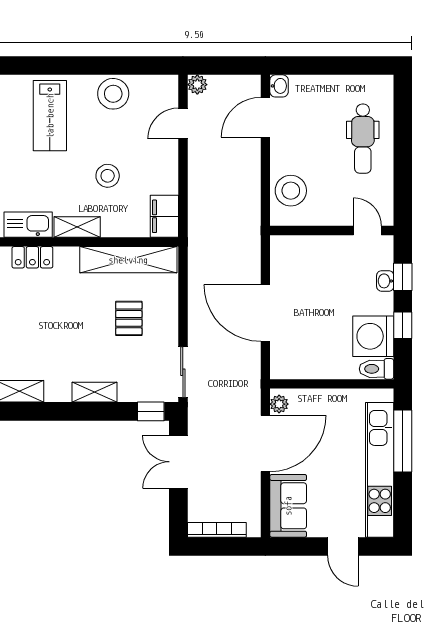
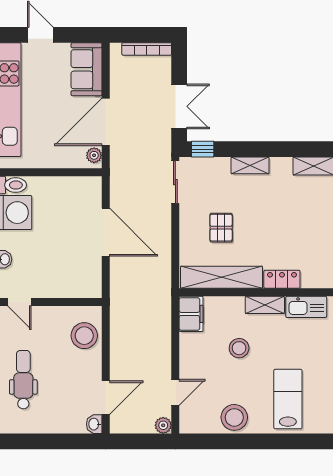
locker: (32, 257) -> (282, 279), moved

